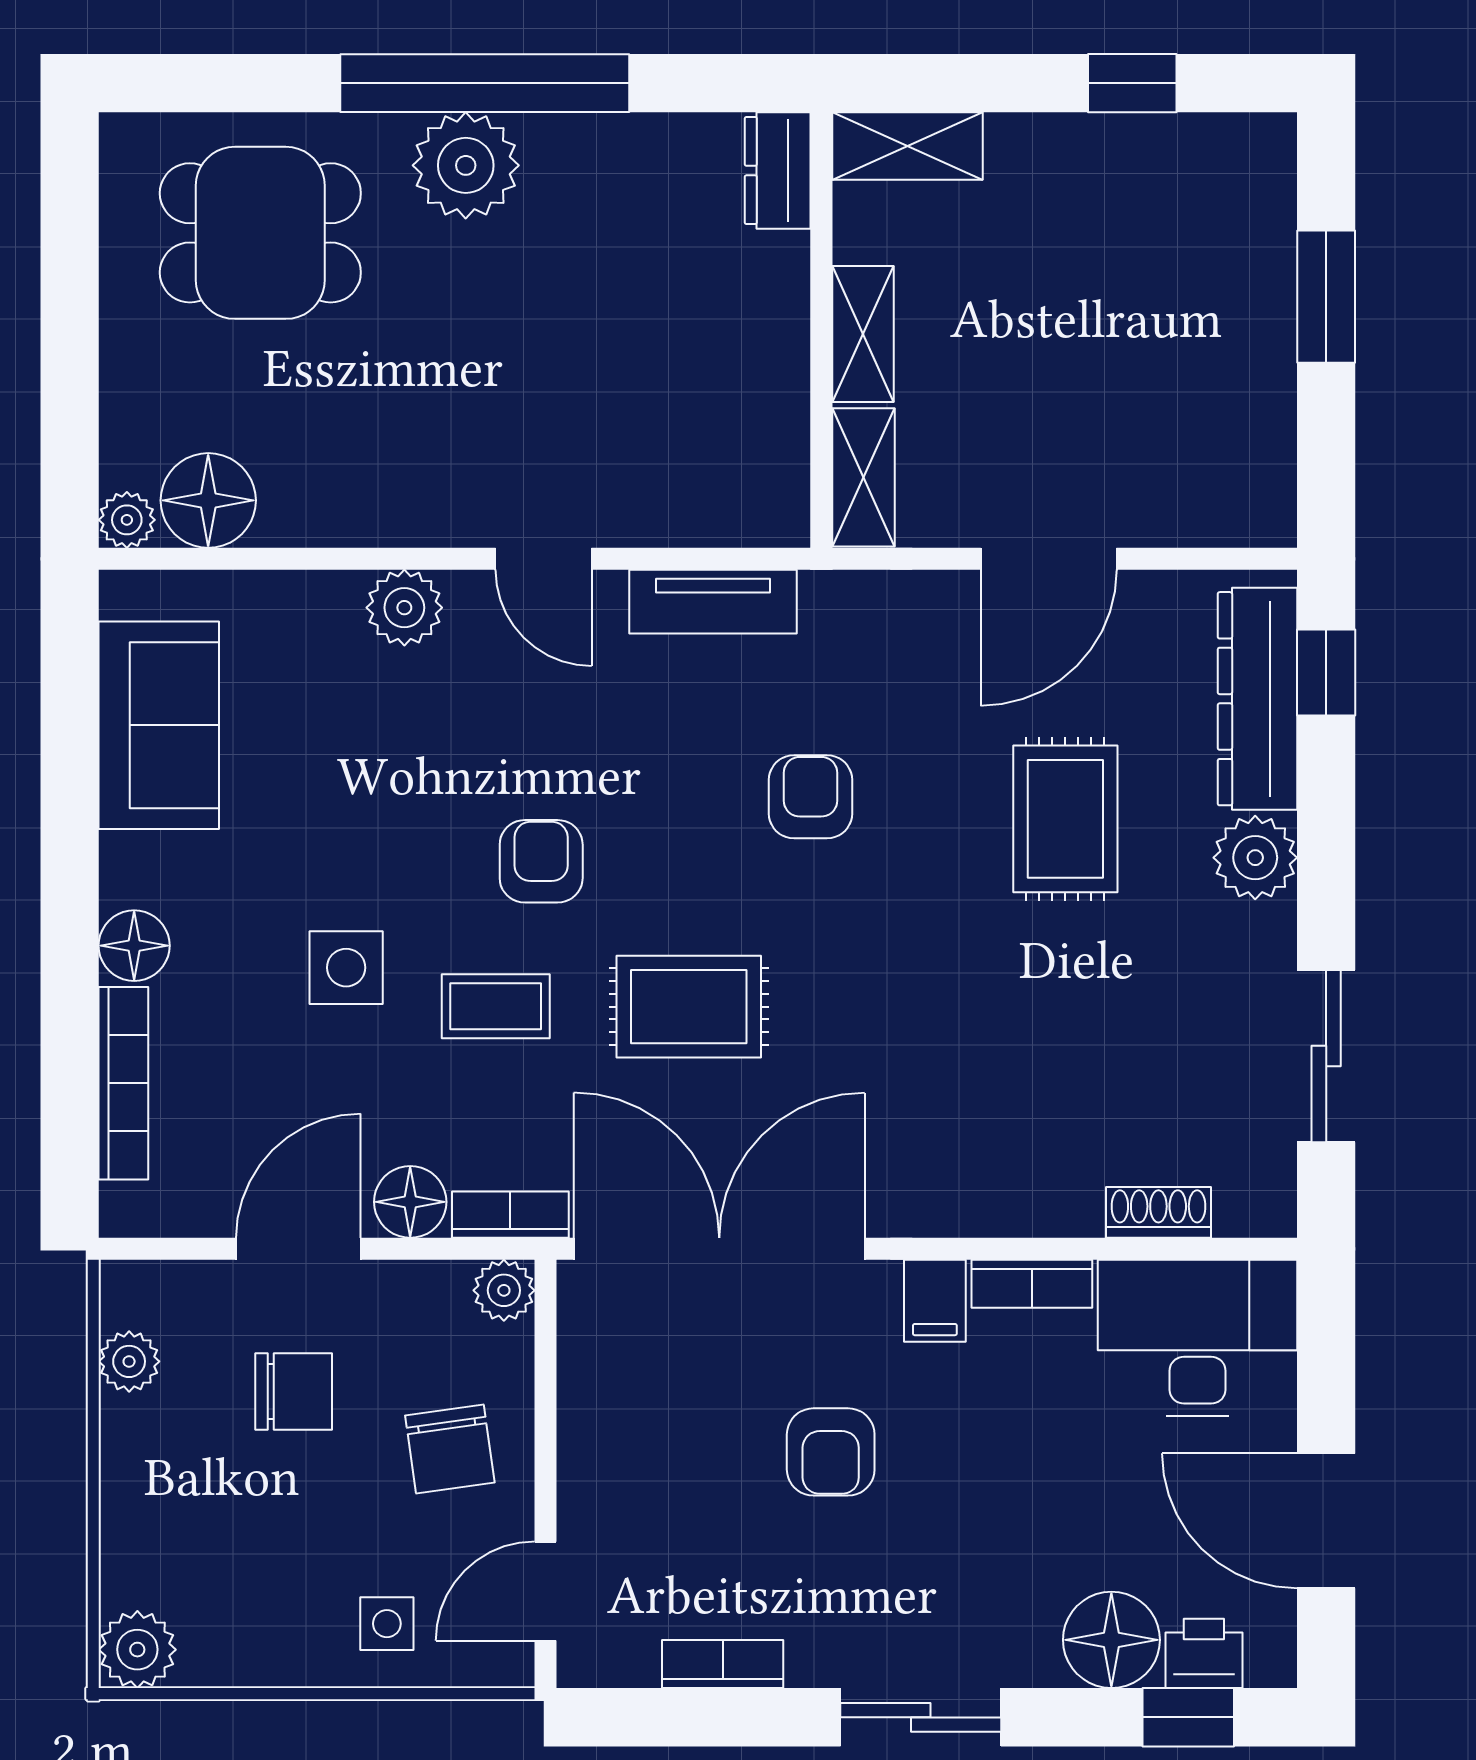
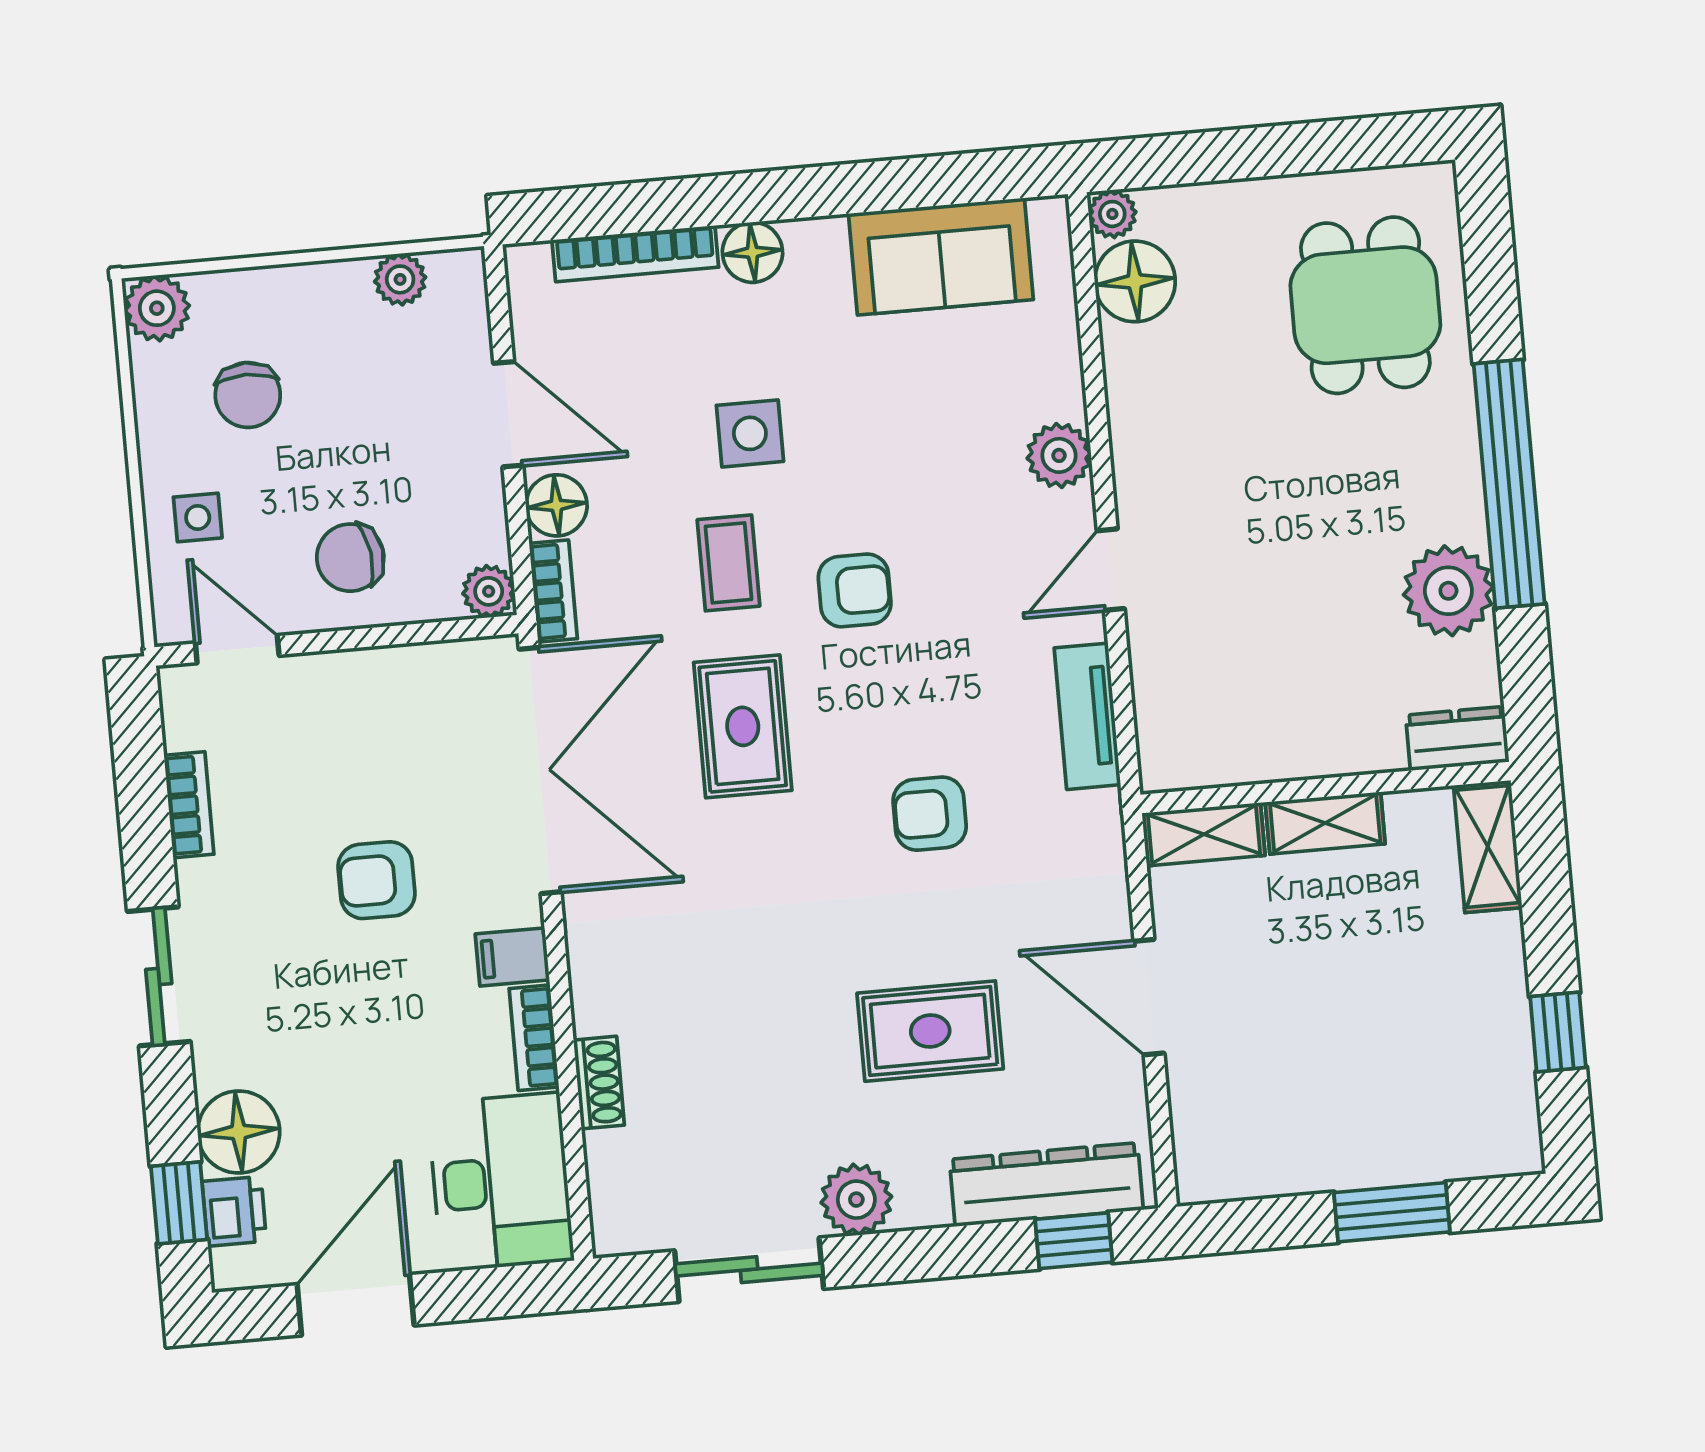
plant: (466, 165) -> (1448, 591), moved
armchair: (811, 797) -> (930, 814), turned 180
plant: (1255, 858) -> (856, 1200), moved
shoe rack: (1158, 1212) -> (599, 1083), moved
chair: (294, 1391) -> (248, 395), moved

